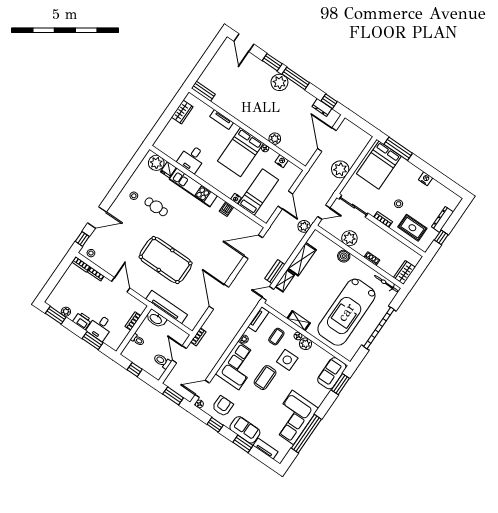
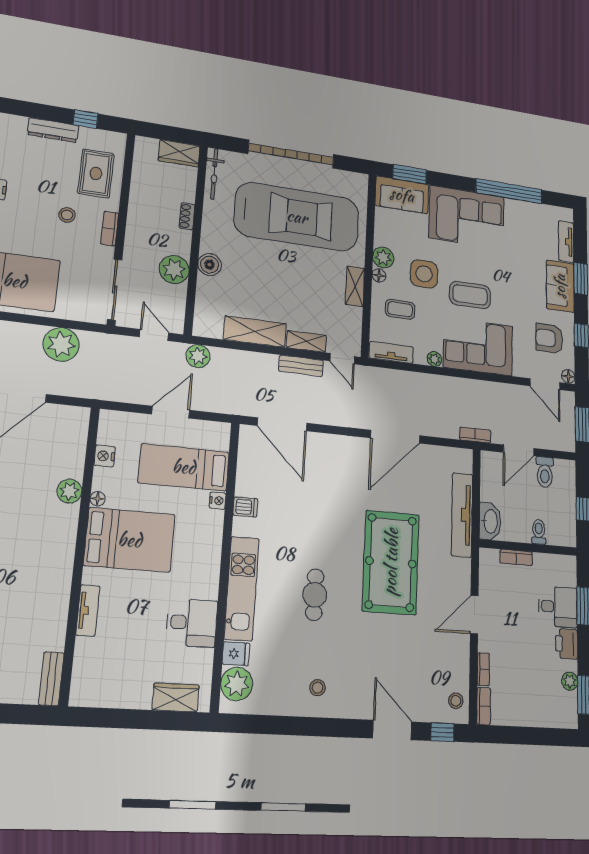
wardrobe: (182, 112) -> (176, 697), moved
cafe table: (156, 207) -> (315, 595), moved
corner sofa: (293, 417) -> (467, 217), moved

